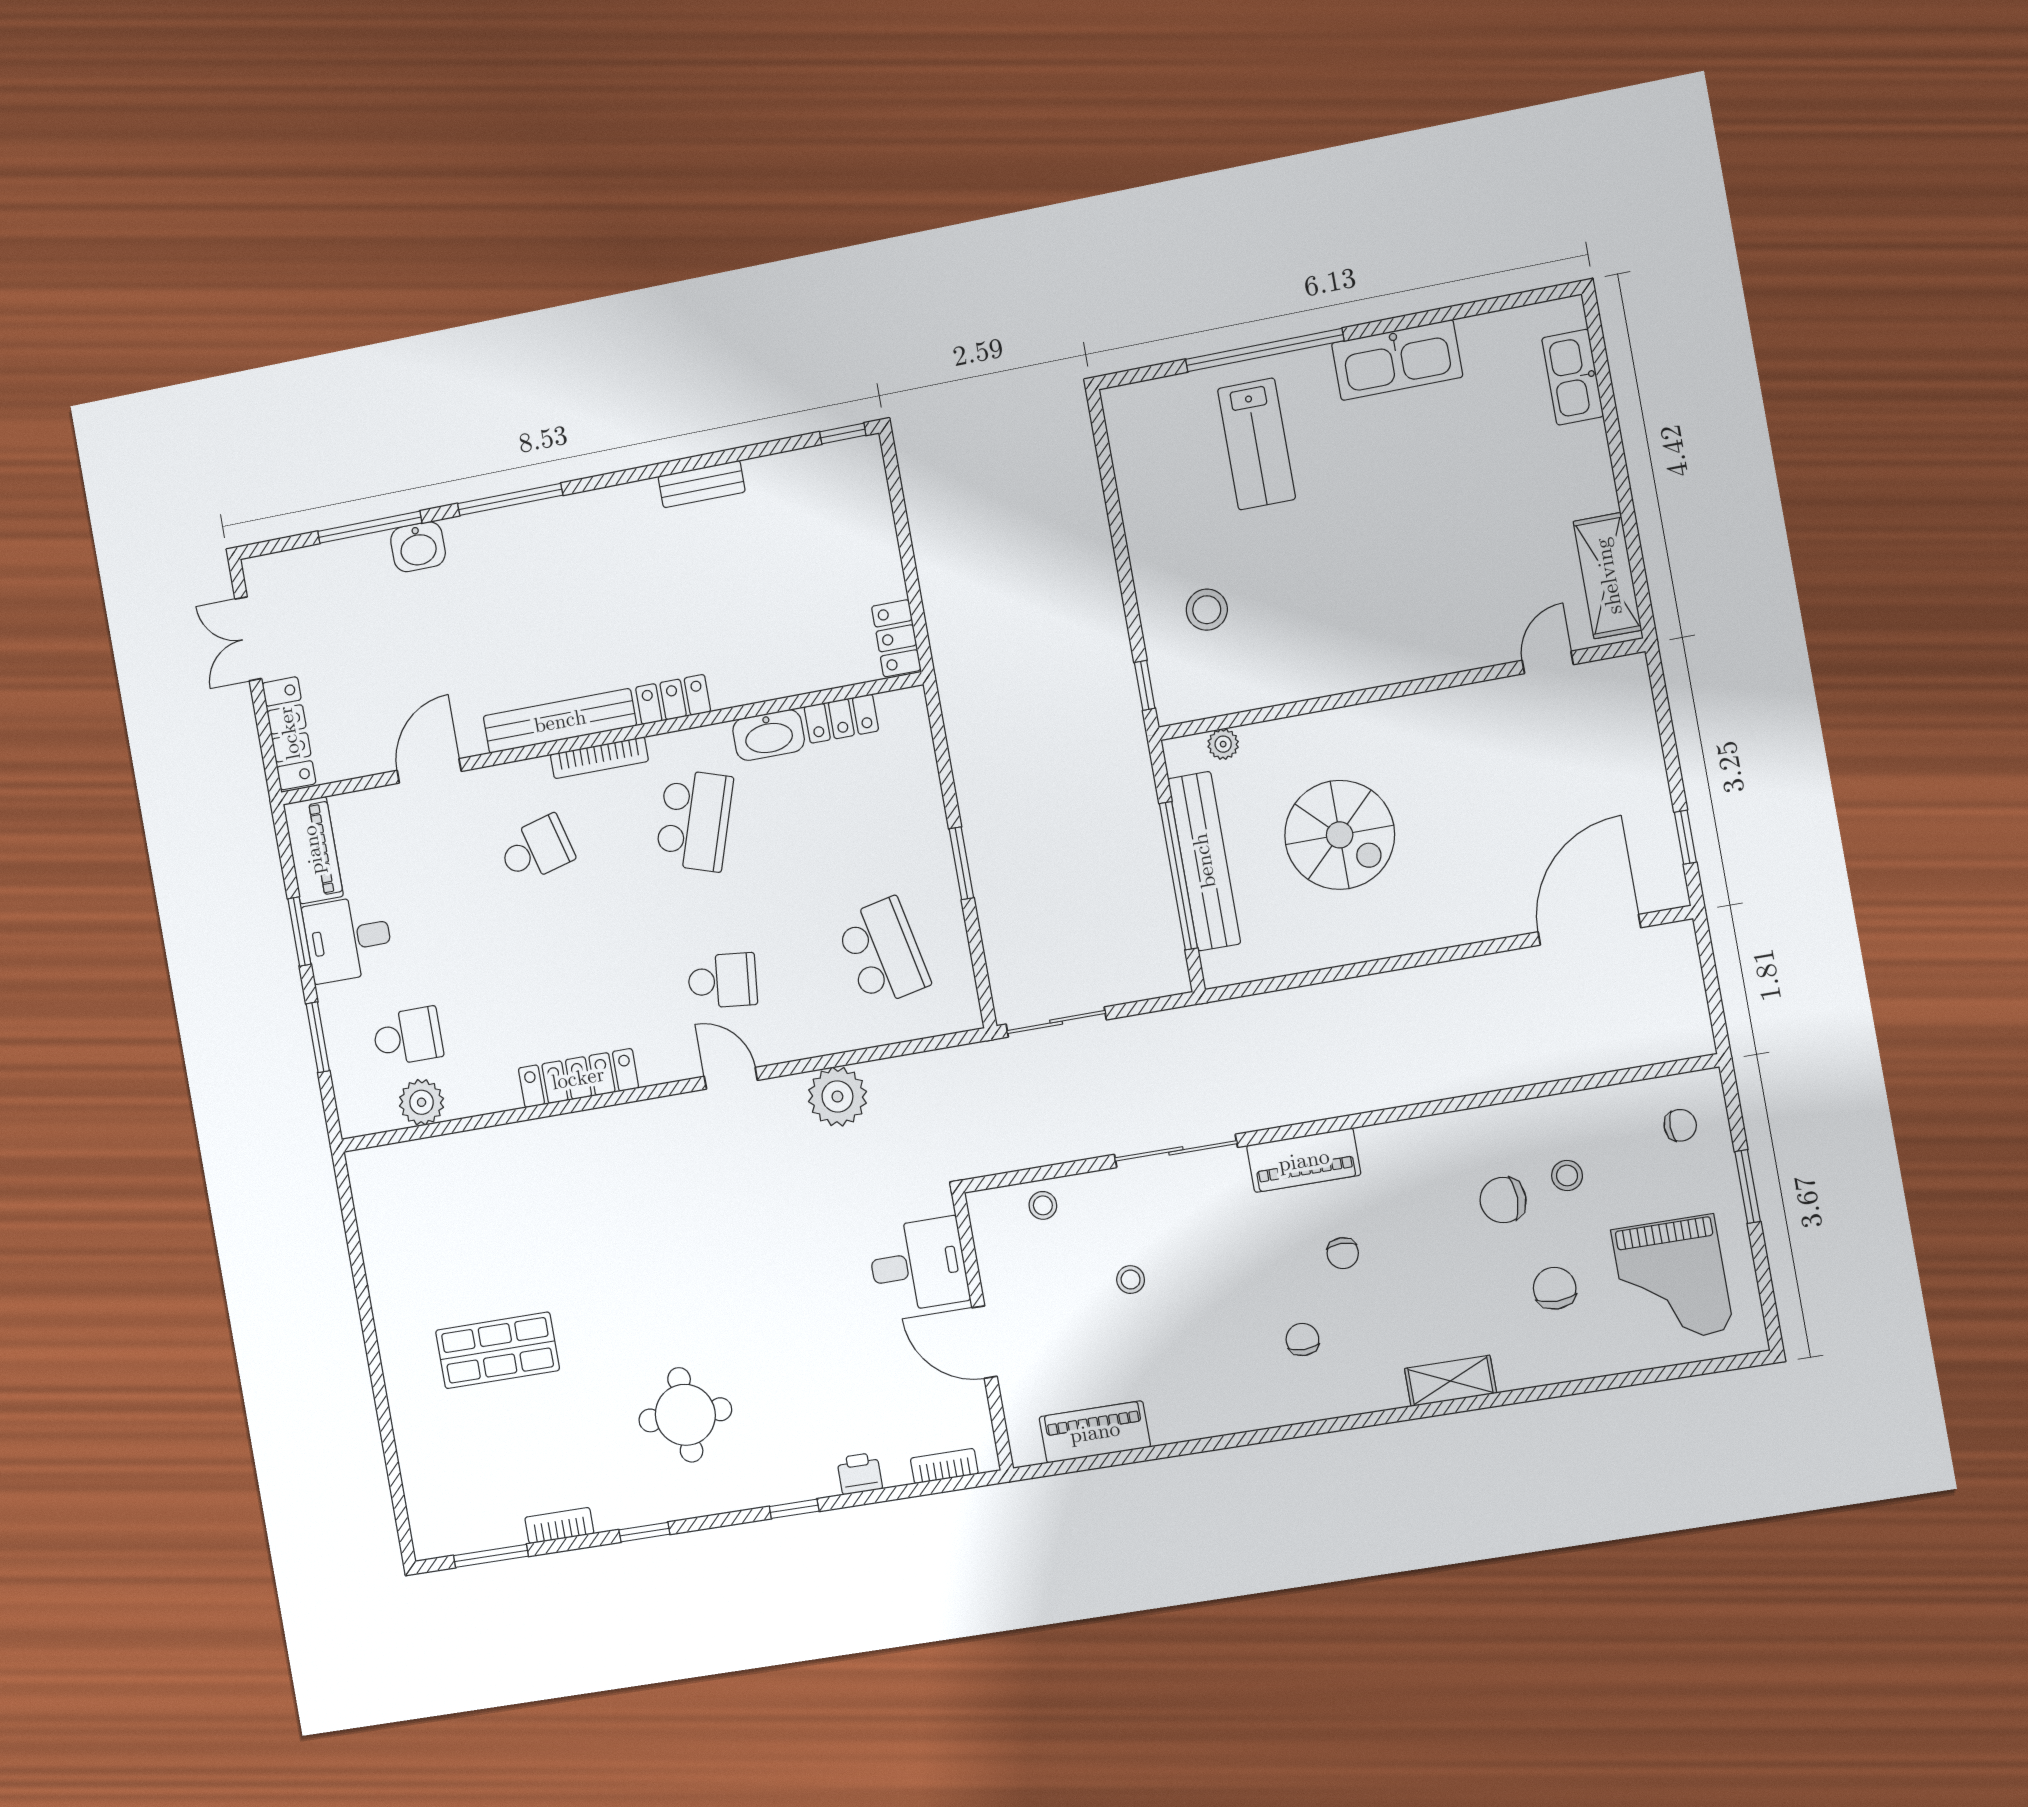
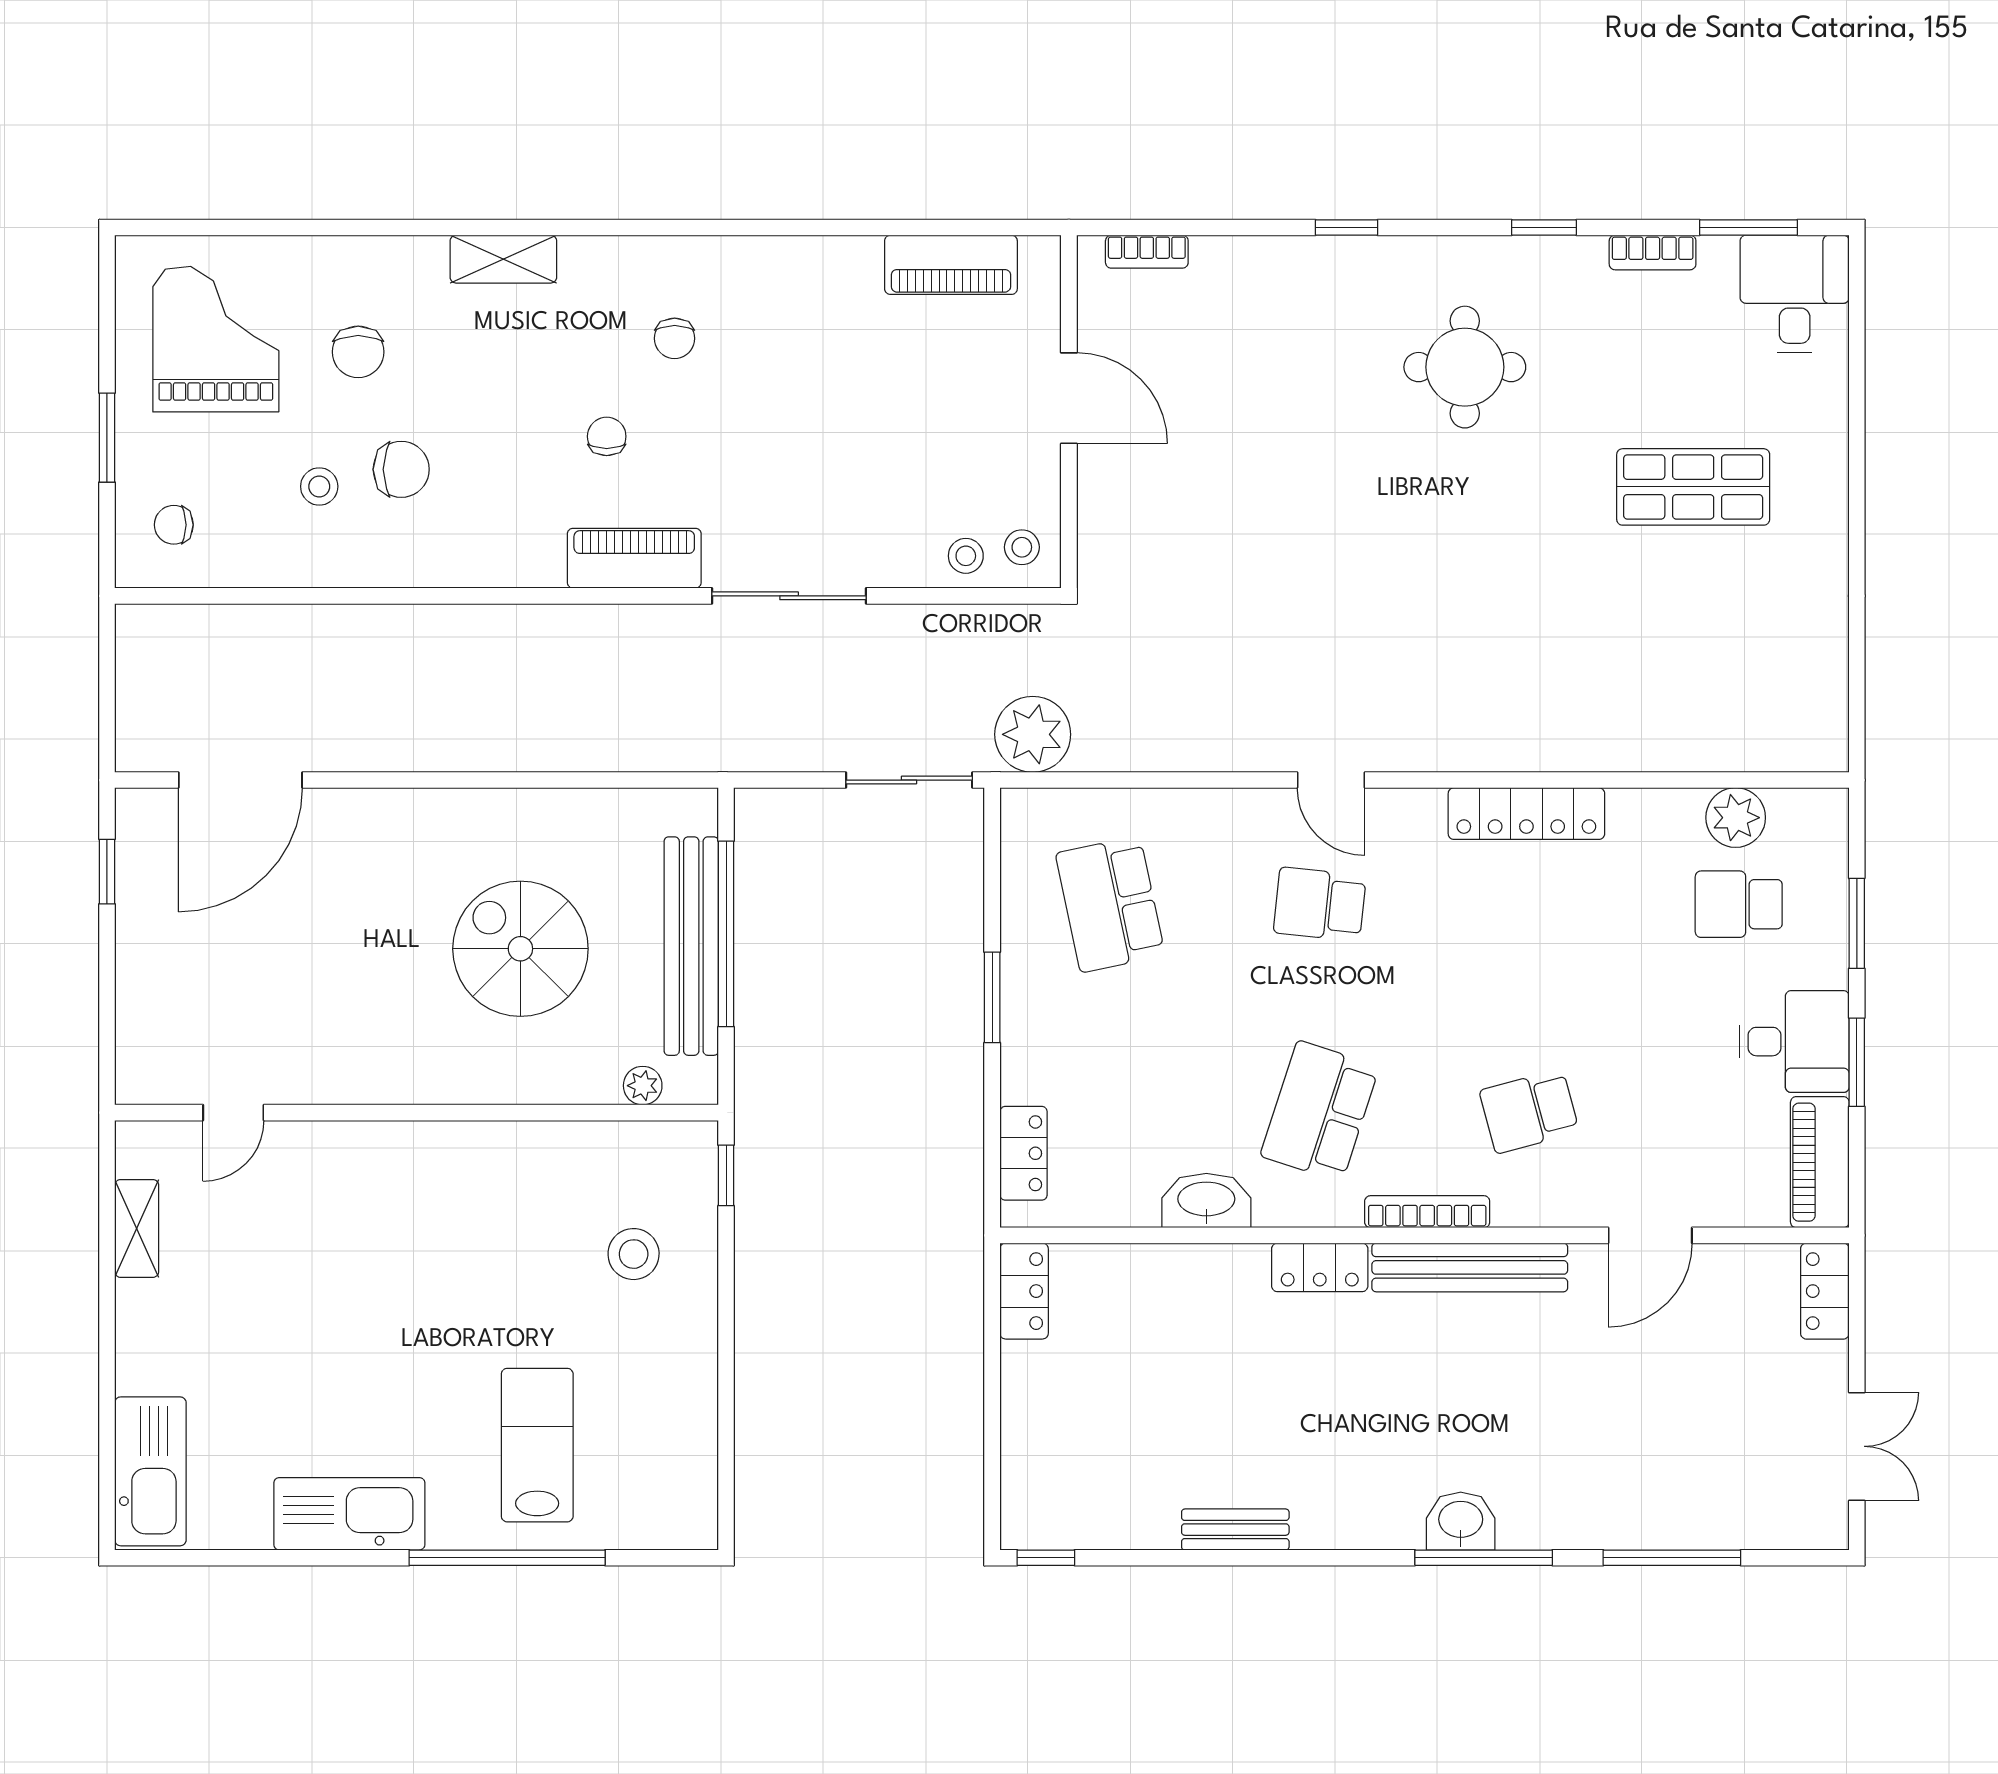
kitchen sink: (1573, 377) -> (150, 1471), width x1.36, depth x1.24
washbasin: (418, 547) -> (1461, 1521), moved
shelving: (1608, 576) -> (137, 1228), width x0.67, depth x0.75
locker: (841, 719) -> (1024, 1153), moved, turned 90
locker: (289, 733) -> (1825, 1291), width x0.66
plant: (837, 1097) -> (1033, 734), moved
desk: (918, 1265) -> (1795, 294), moved, turned 90
stool: (1131, 1280) -> (1022, 547), moved
printer: (860, 1473) -> (1255, 259), removed

